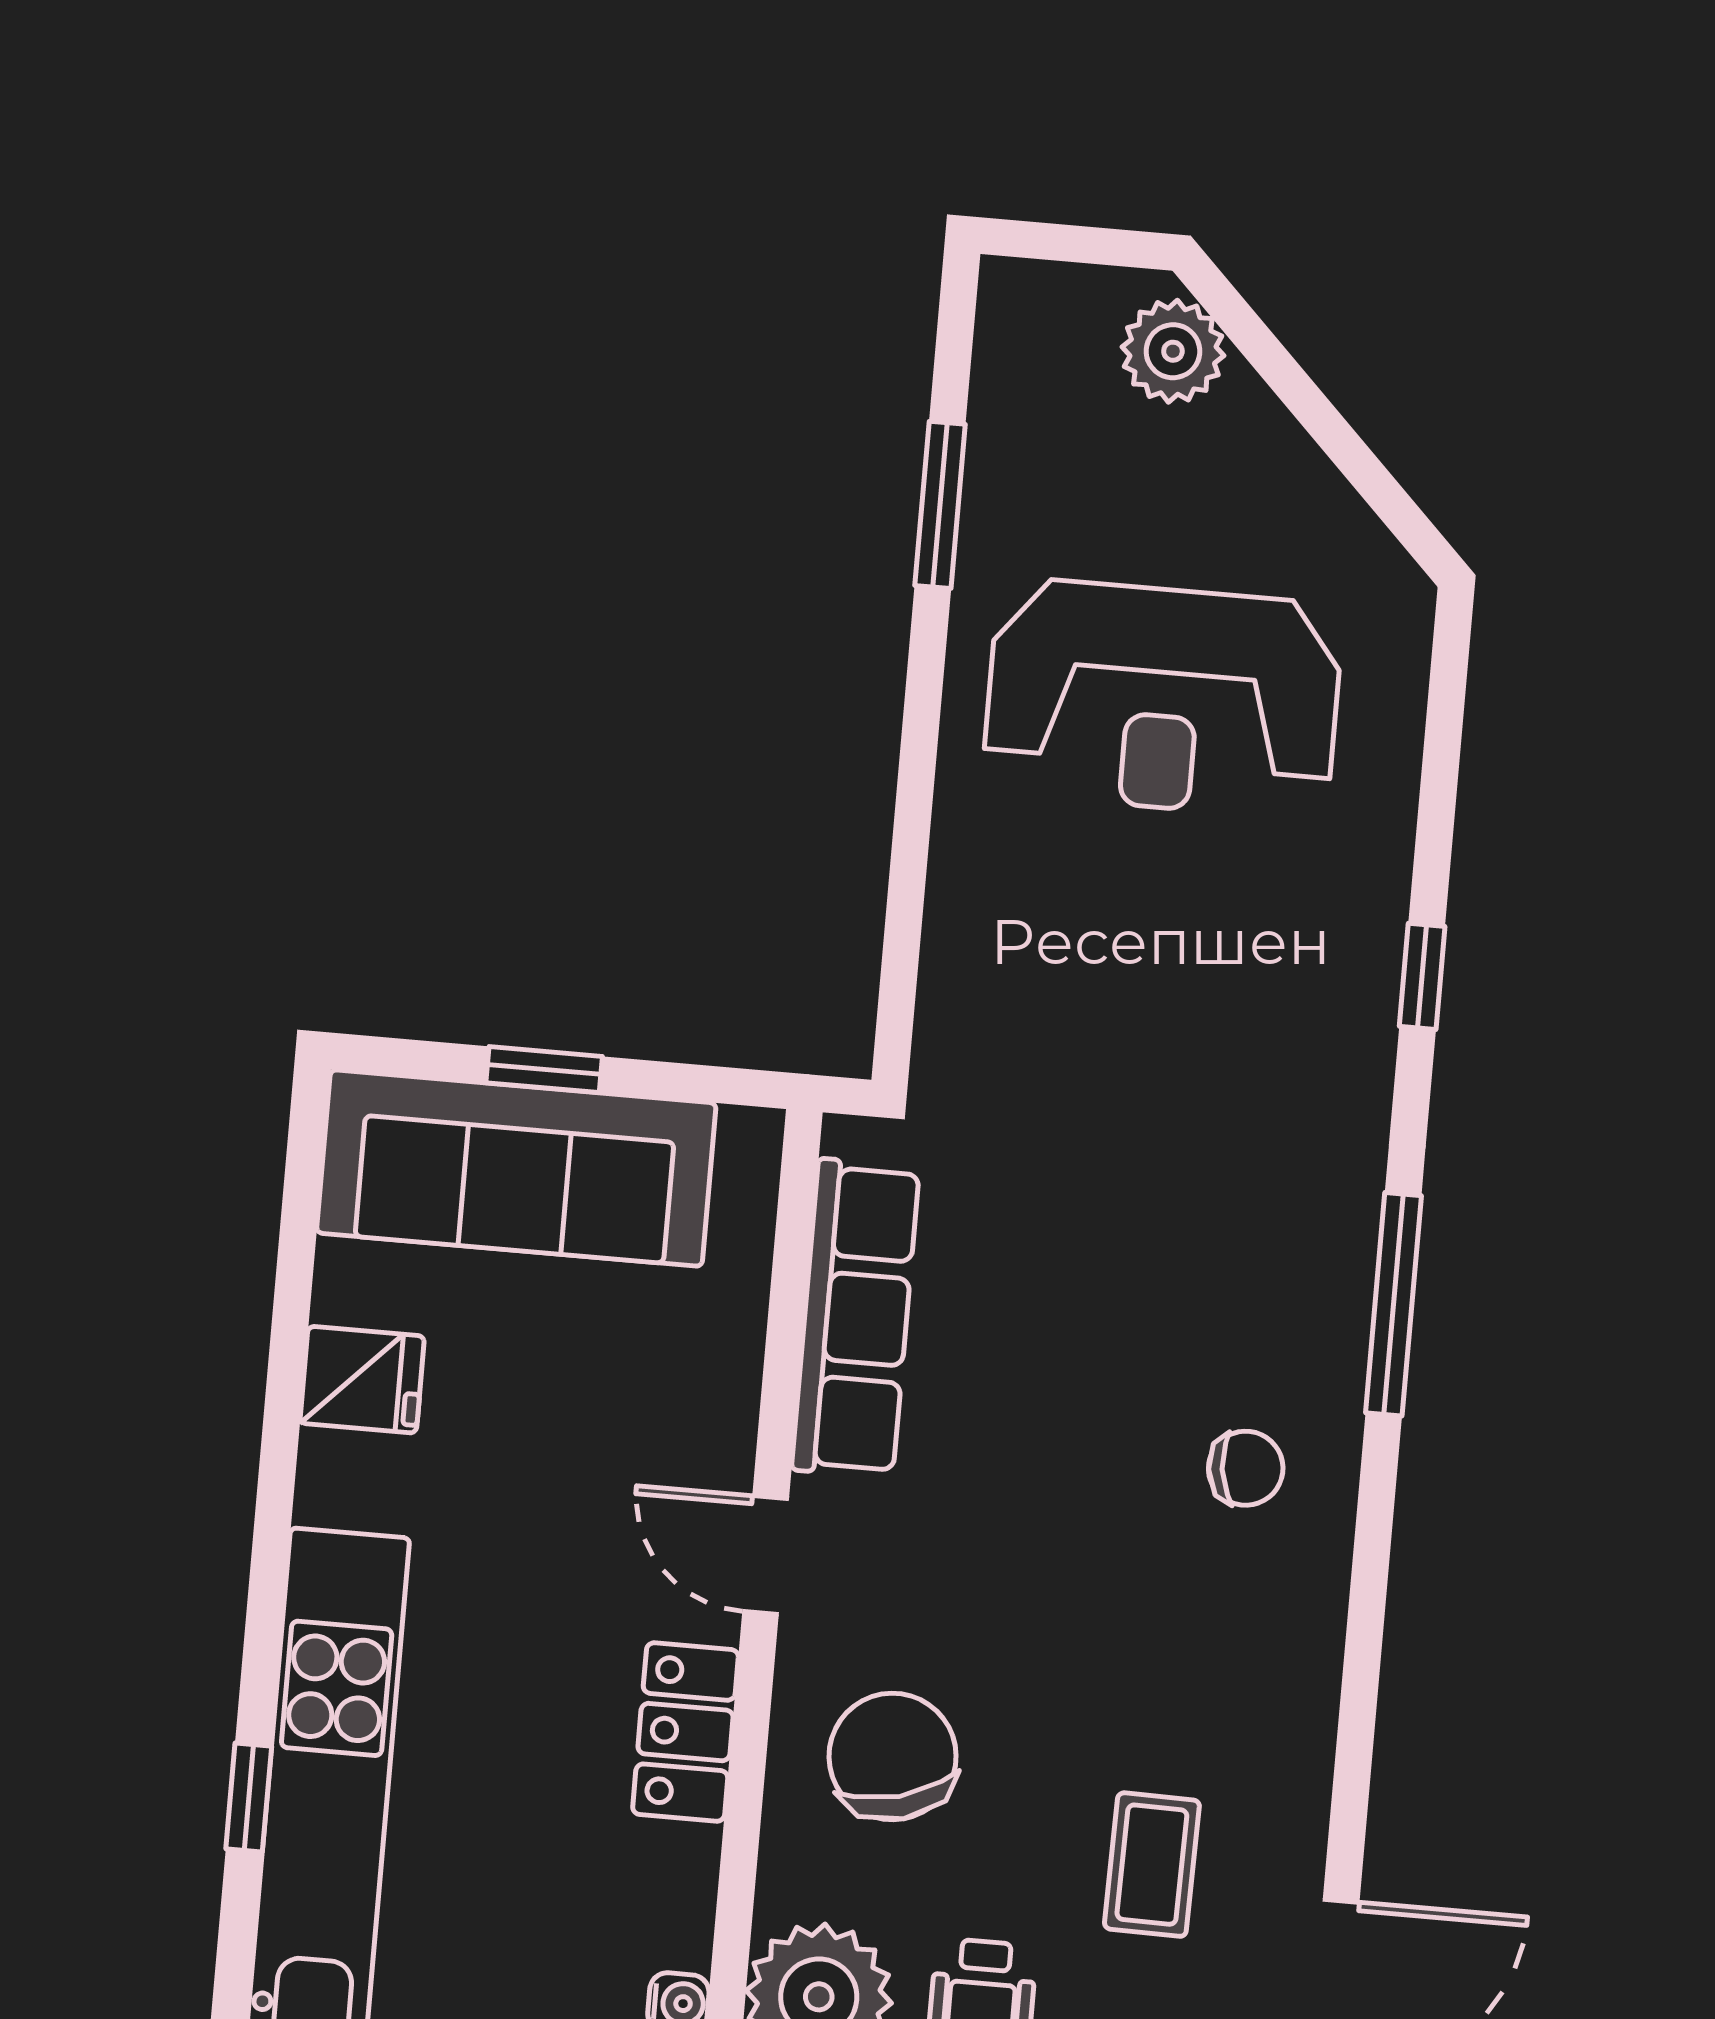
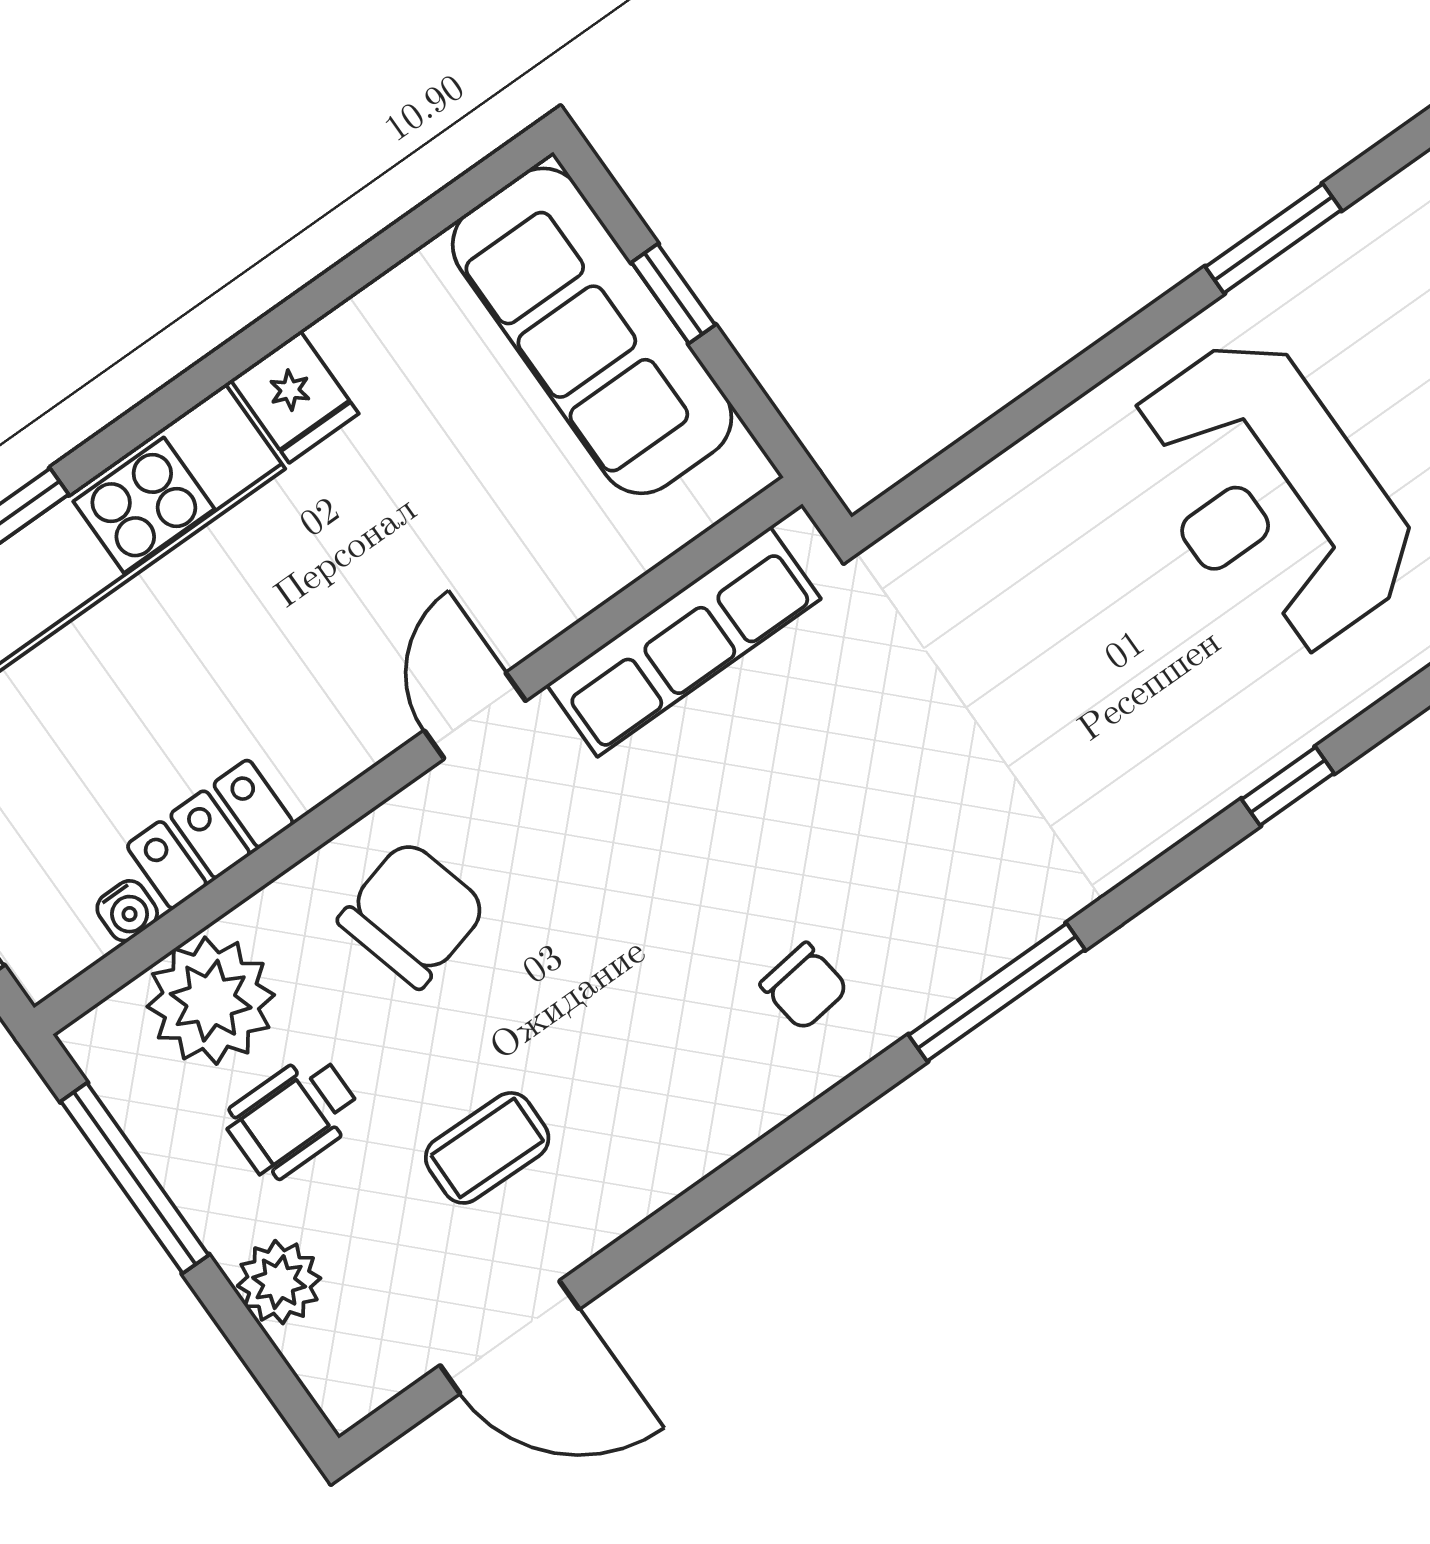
window: (1422, 976) -> (1288, 786), moved
fridge: (362, 1380) -> (295, 397), moved
locker: (686, 1732) -> (210, 834), moved

